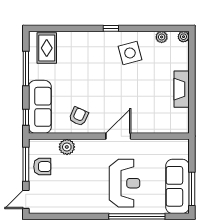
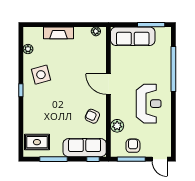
plant: (183, 37) -> (96, 31), moved
fireplace: (182, 89) -> (58, 33), moved
reception desk: (124, 183) -> (149, 104), moved, turned 90
sofa: (177, 186) -> (133, 36), moved

